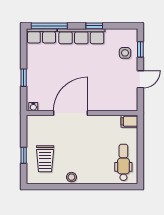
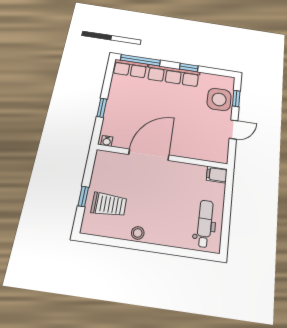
side table: (125, 53) -> (219, 99), width x1.87, depth x1.87
trolley: (45, 159) -> (109, 205), turned -90

